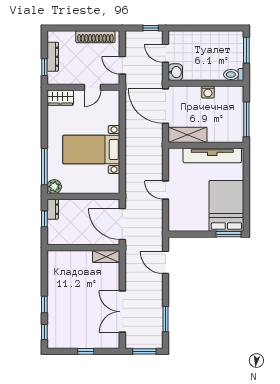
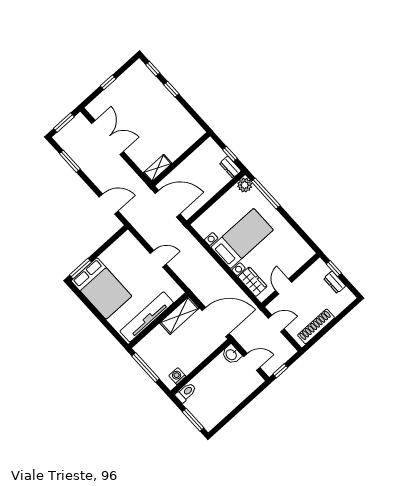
dresser: (53, 57) -> (335, 282), width x0.70
washing machine: (208, 92) -> (177, 376), moved
wardrobe: (60, 98) -> (253, 282), moved, turned 90

